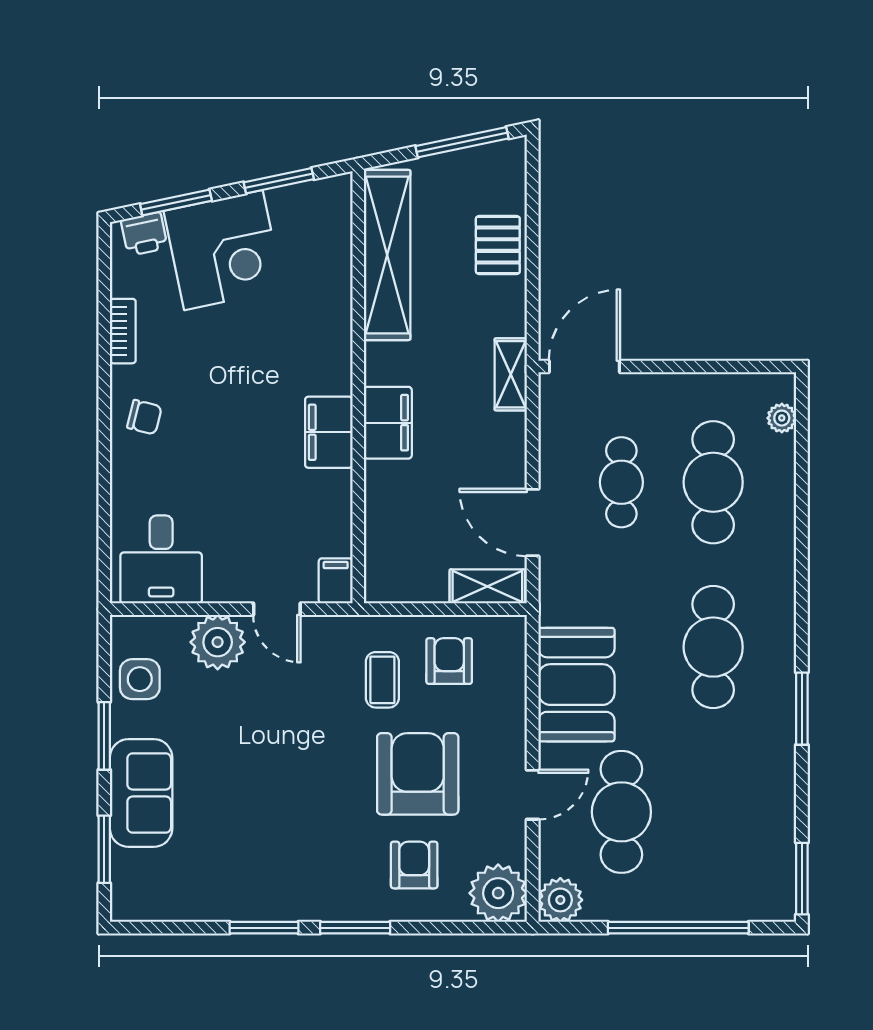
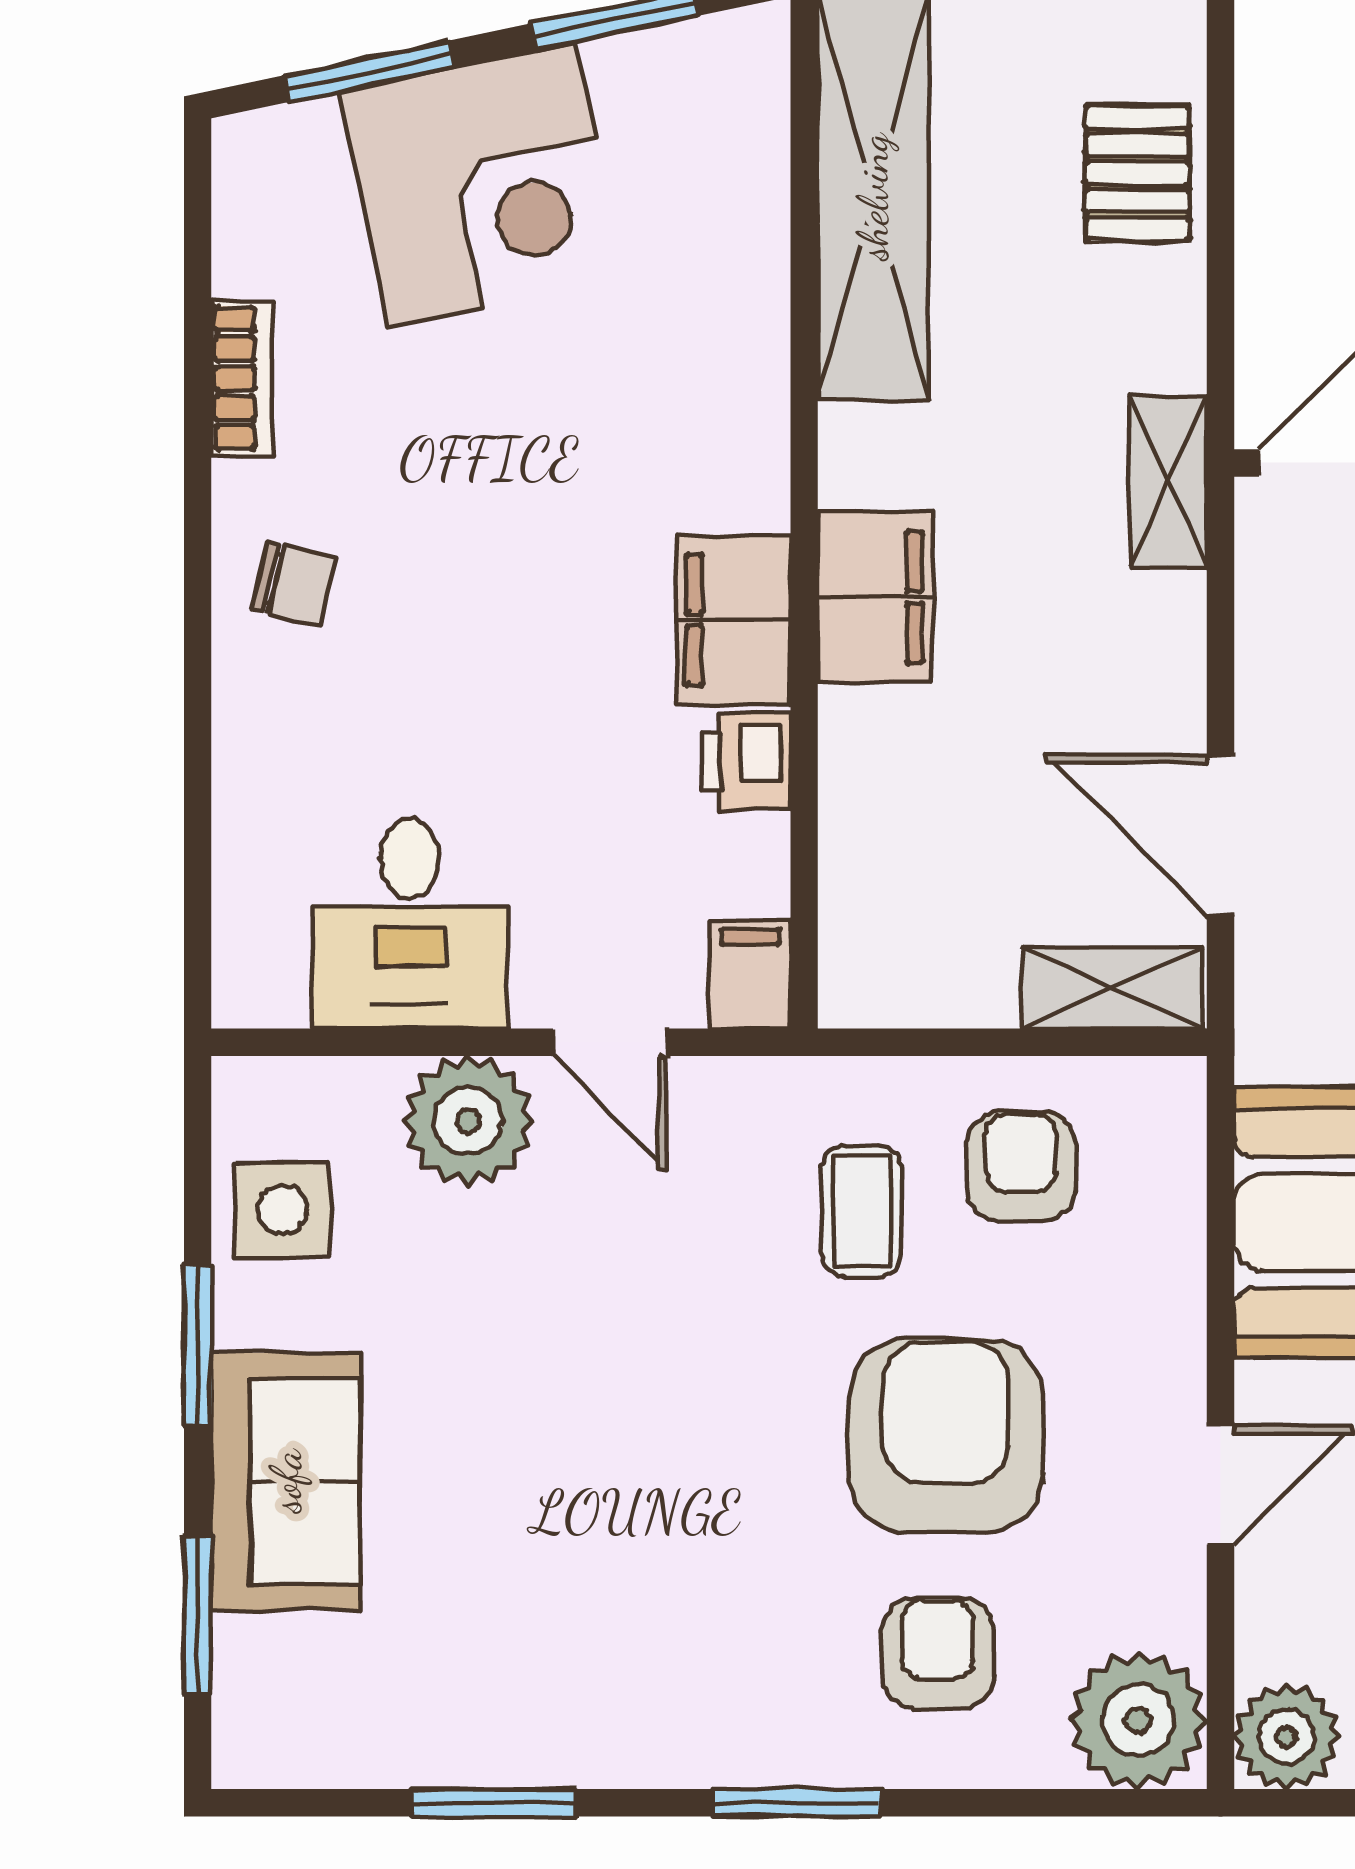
printer: (144, 234) -> (746, 761), moved, turned 102
desk: (161, 559) -> (410, 924), moved
window: (264, 928) -> (494, 1803), moved

